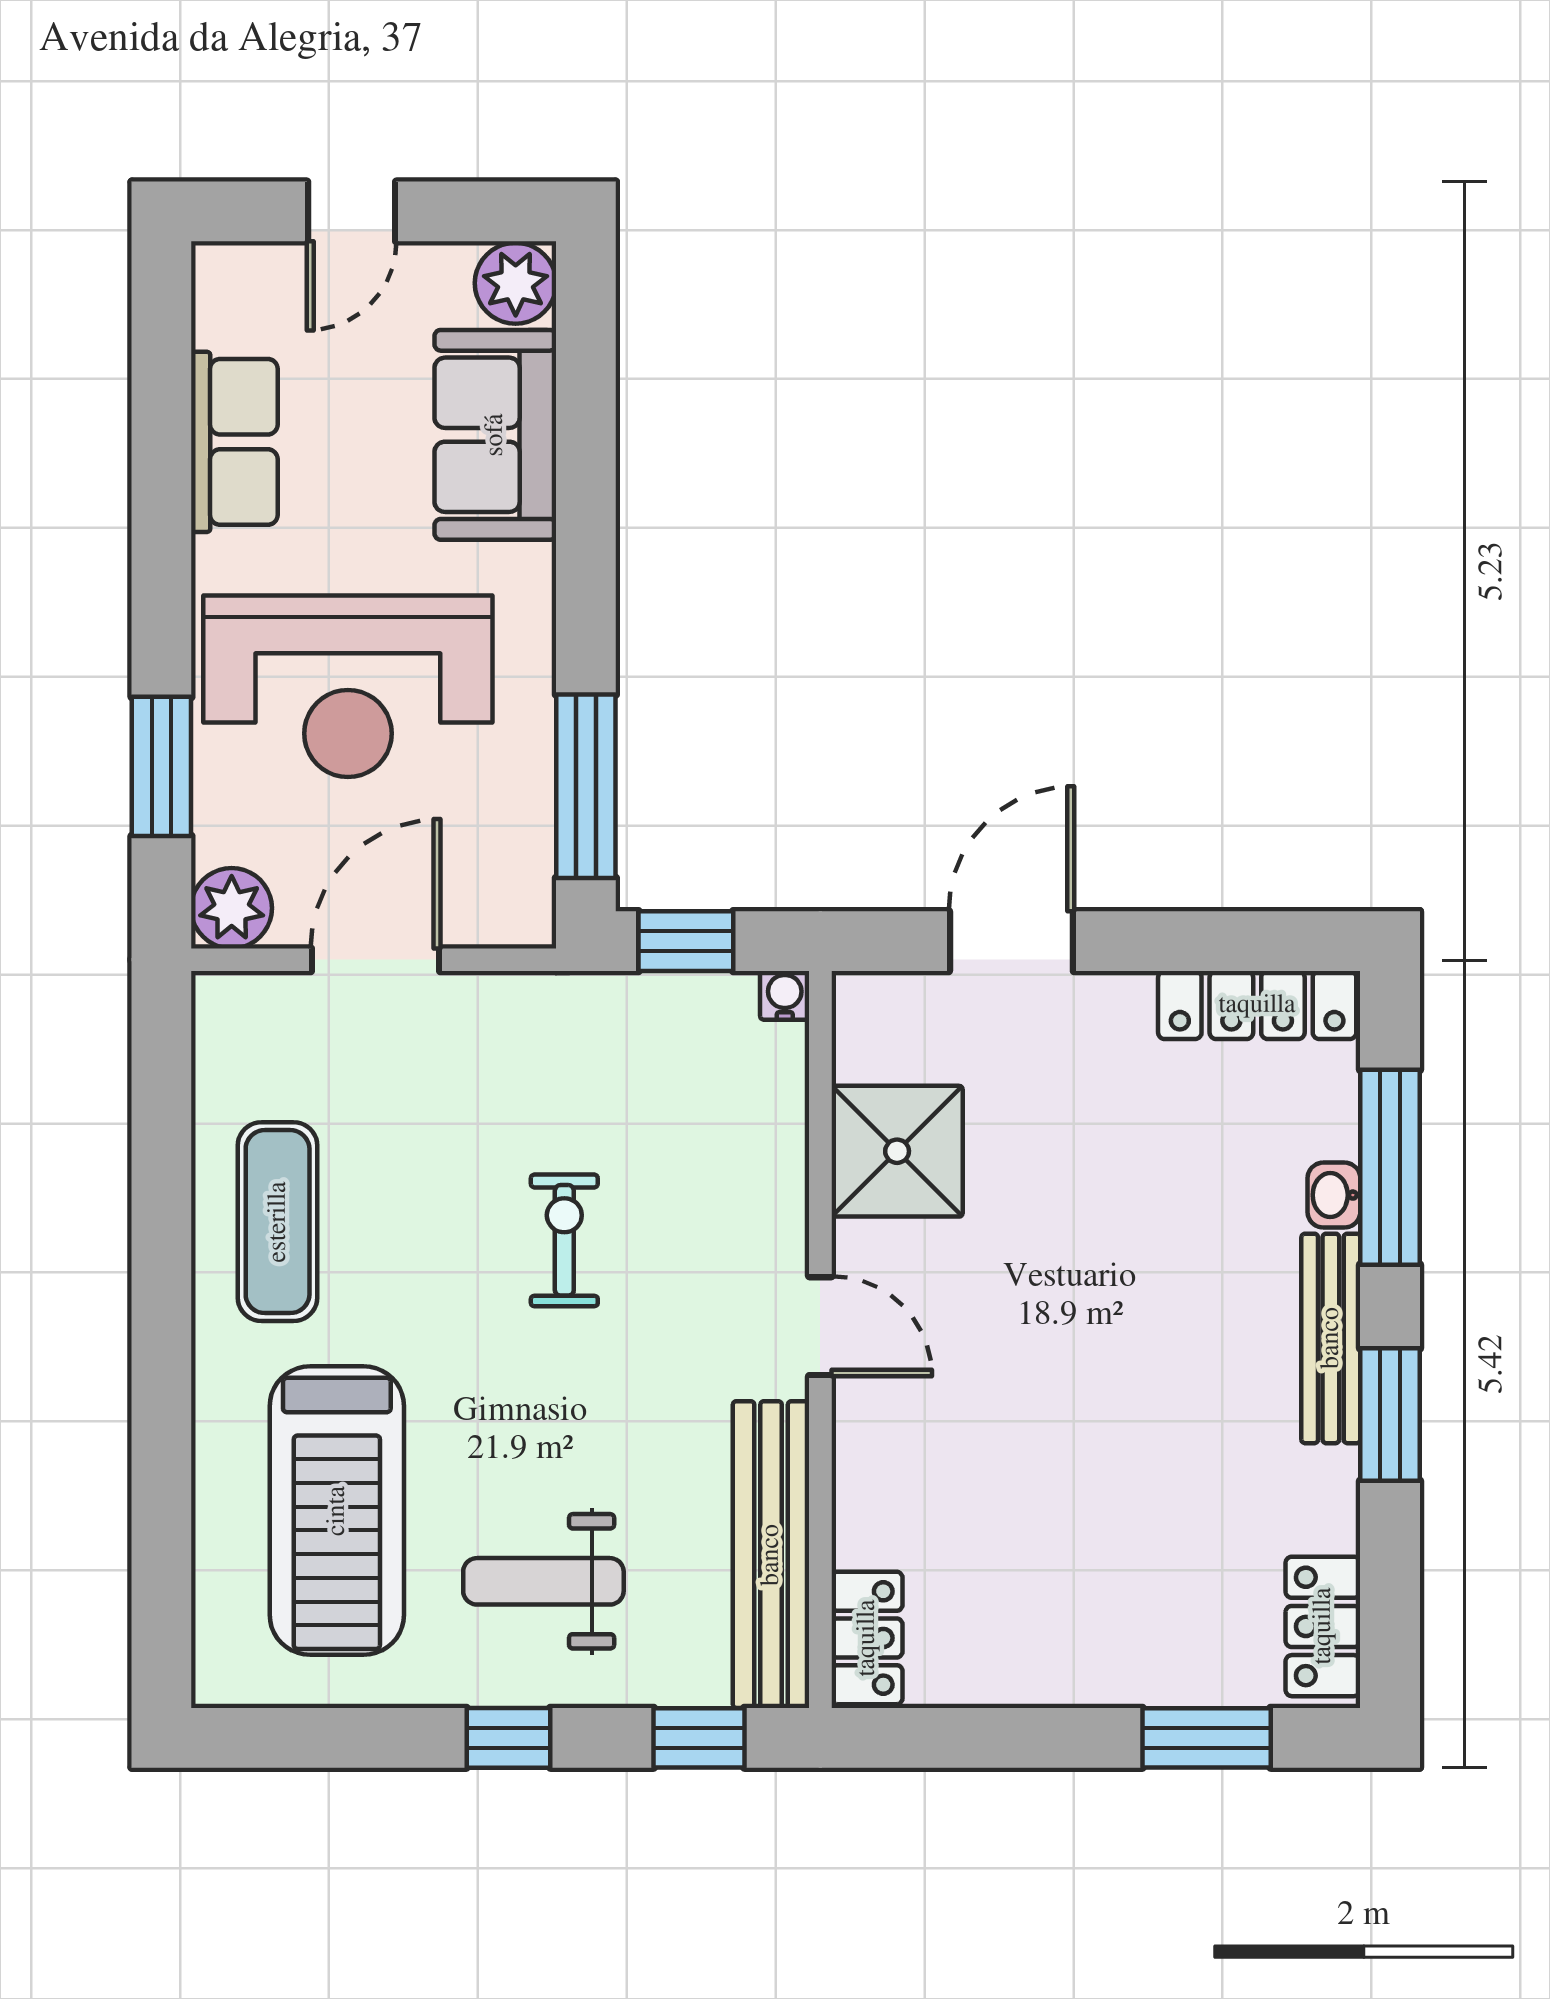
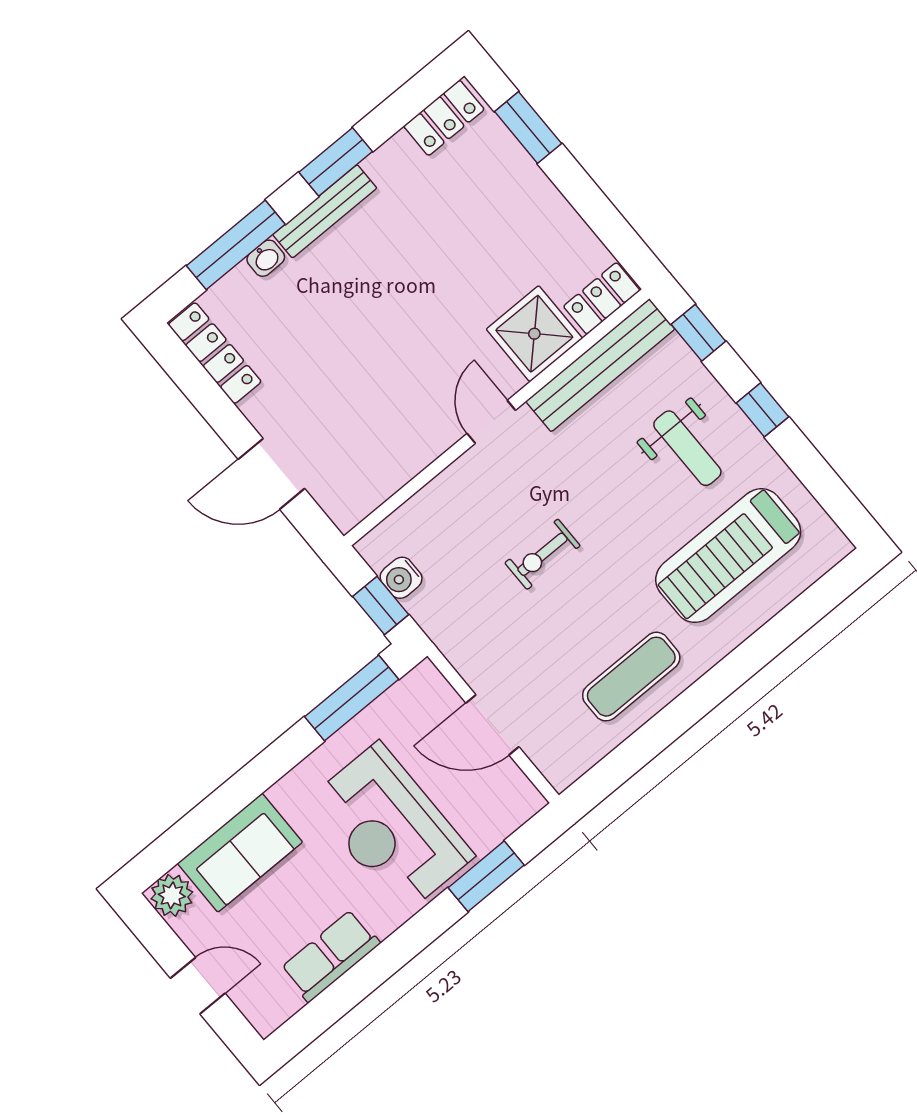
reception desk: (348, 686) -> (391, 828), turned 180
plant: (232, 908) -> (520, 800), removed
water cooler: (785, 995) -> (401, 578), moved, width x1.38, depth x1.38
shower: (897, 1151) -> (534, 334), moved
treadmill: (337, 1511) -> (728, 556), turned 180

